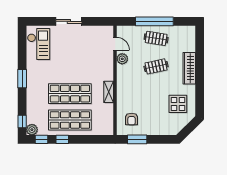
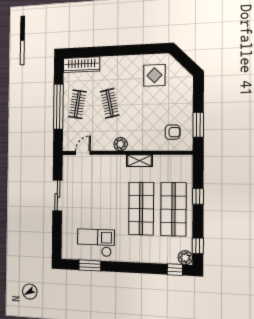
sliding door: (69, 21) -> (57, 196), moved
checkout: (39, 44) -> (96, 243), moved
plant: (122, 59) -> (121, 144), moved
wardrobe: (189, 68) -> (81, 65), moved
window: (22, 79) -> (90, 265), moved
window: (62, 139) -> (198, 196), moved

